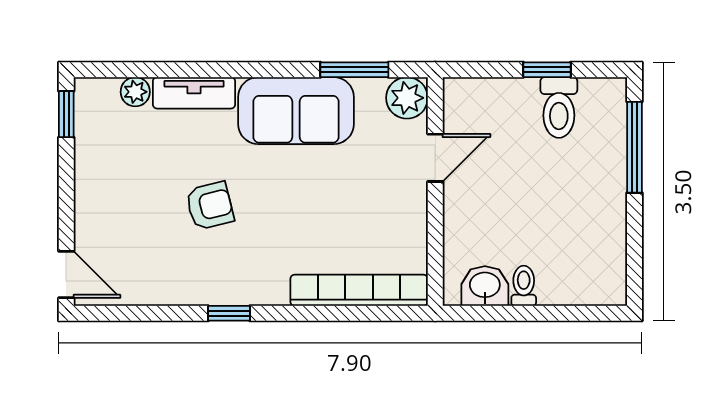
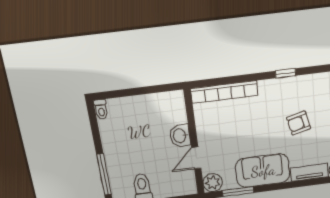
washbasin: (485, 286) -> (180, 136), moved, turned 90
toilet: (524, 286) -> (101, 109), moved

